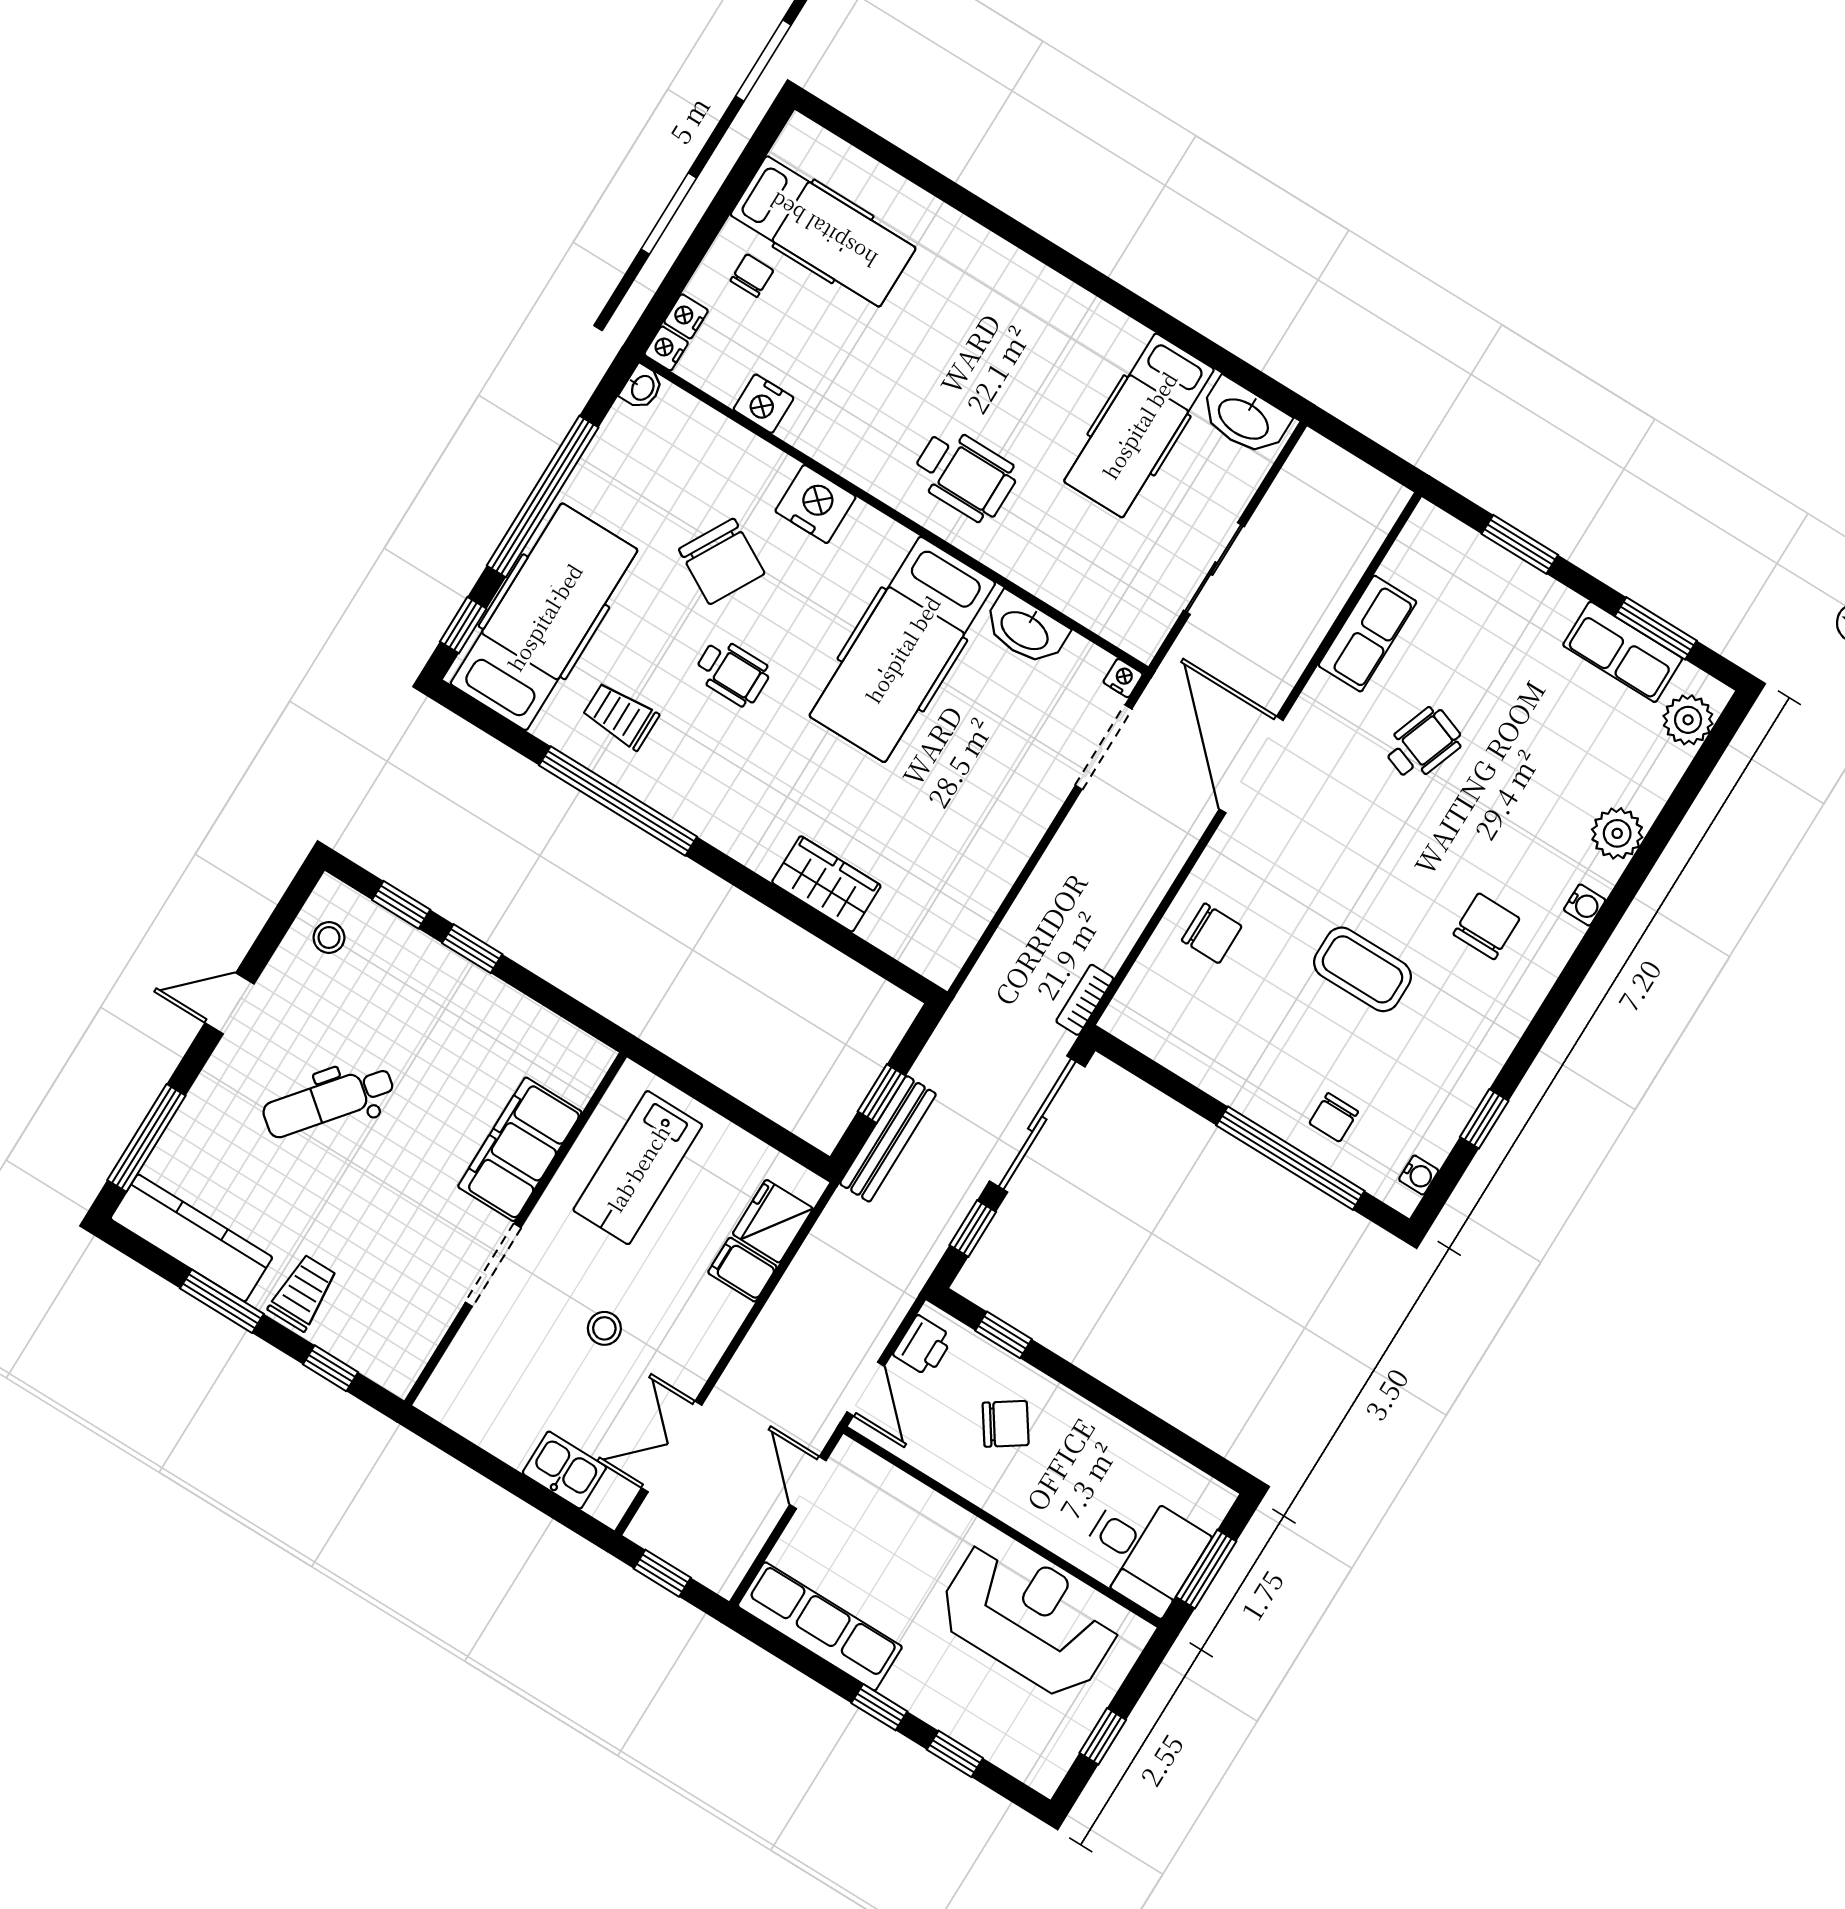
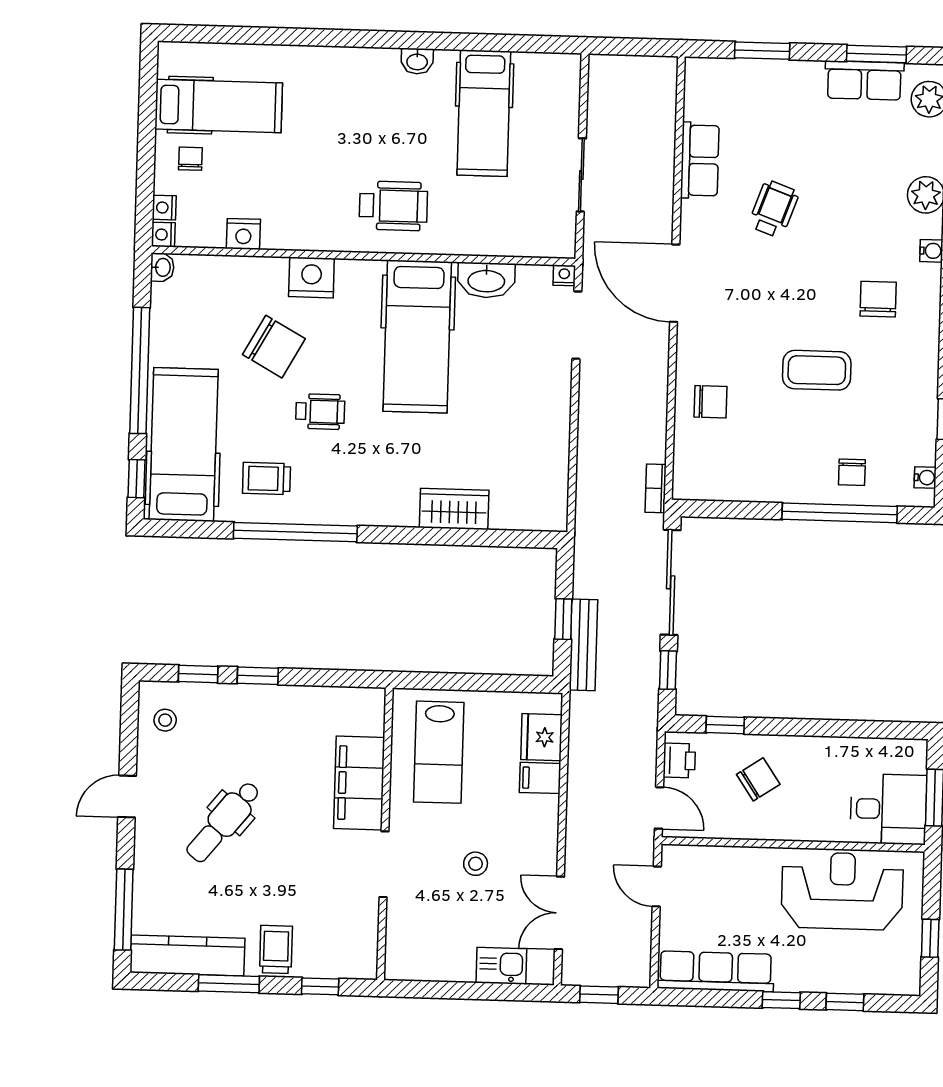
washbasin: (1244, 418) -> (417, 61), moved, width x0.52, depth x0.69

